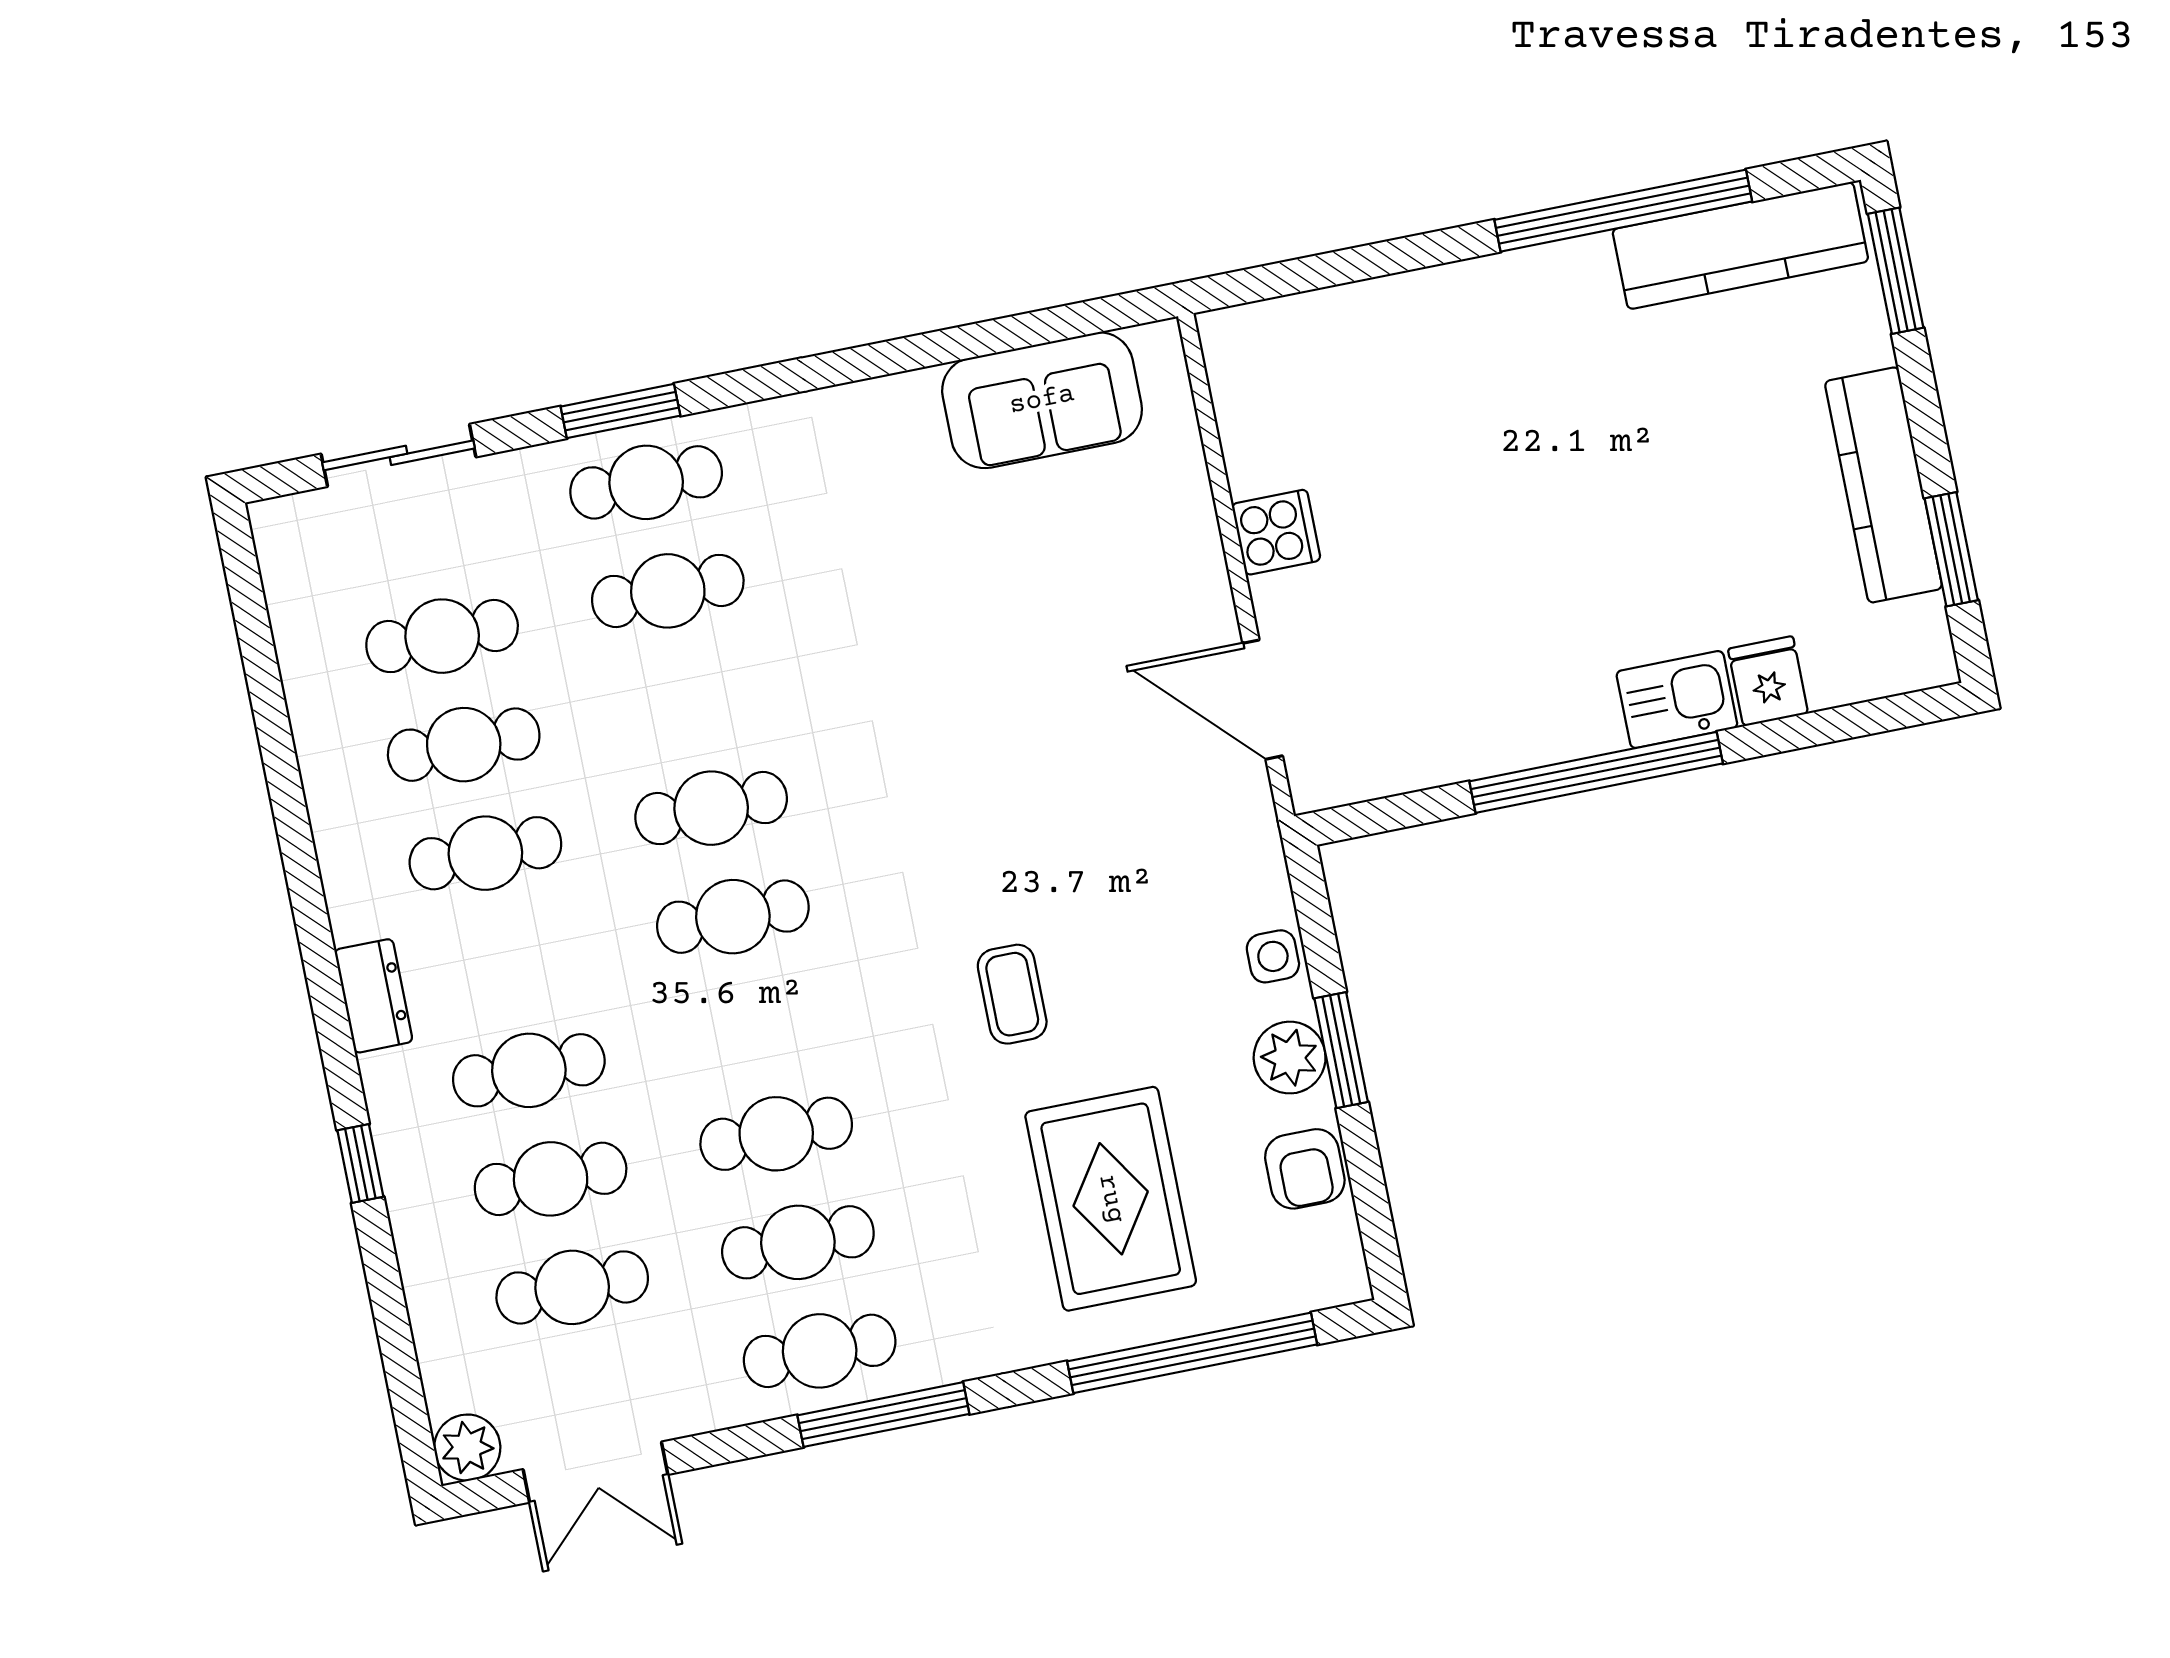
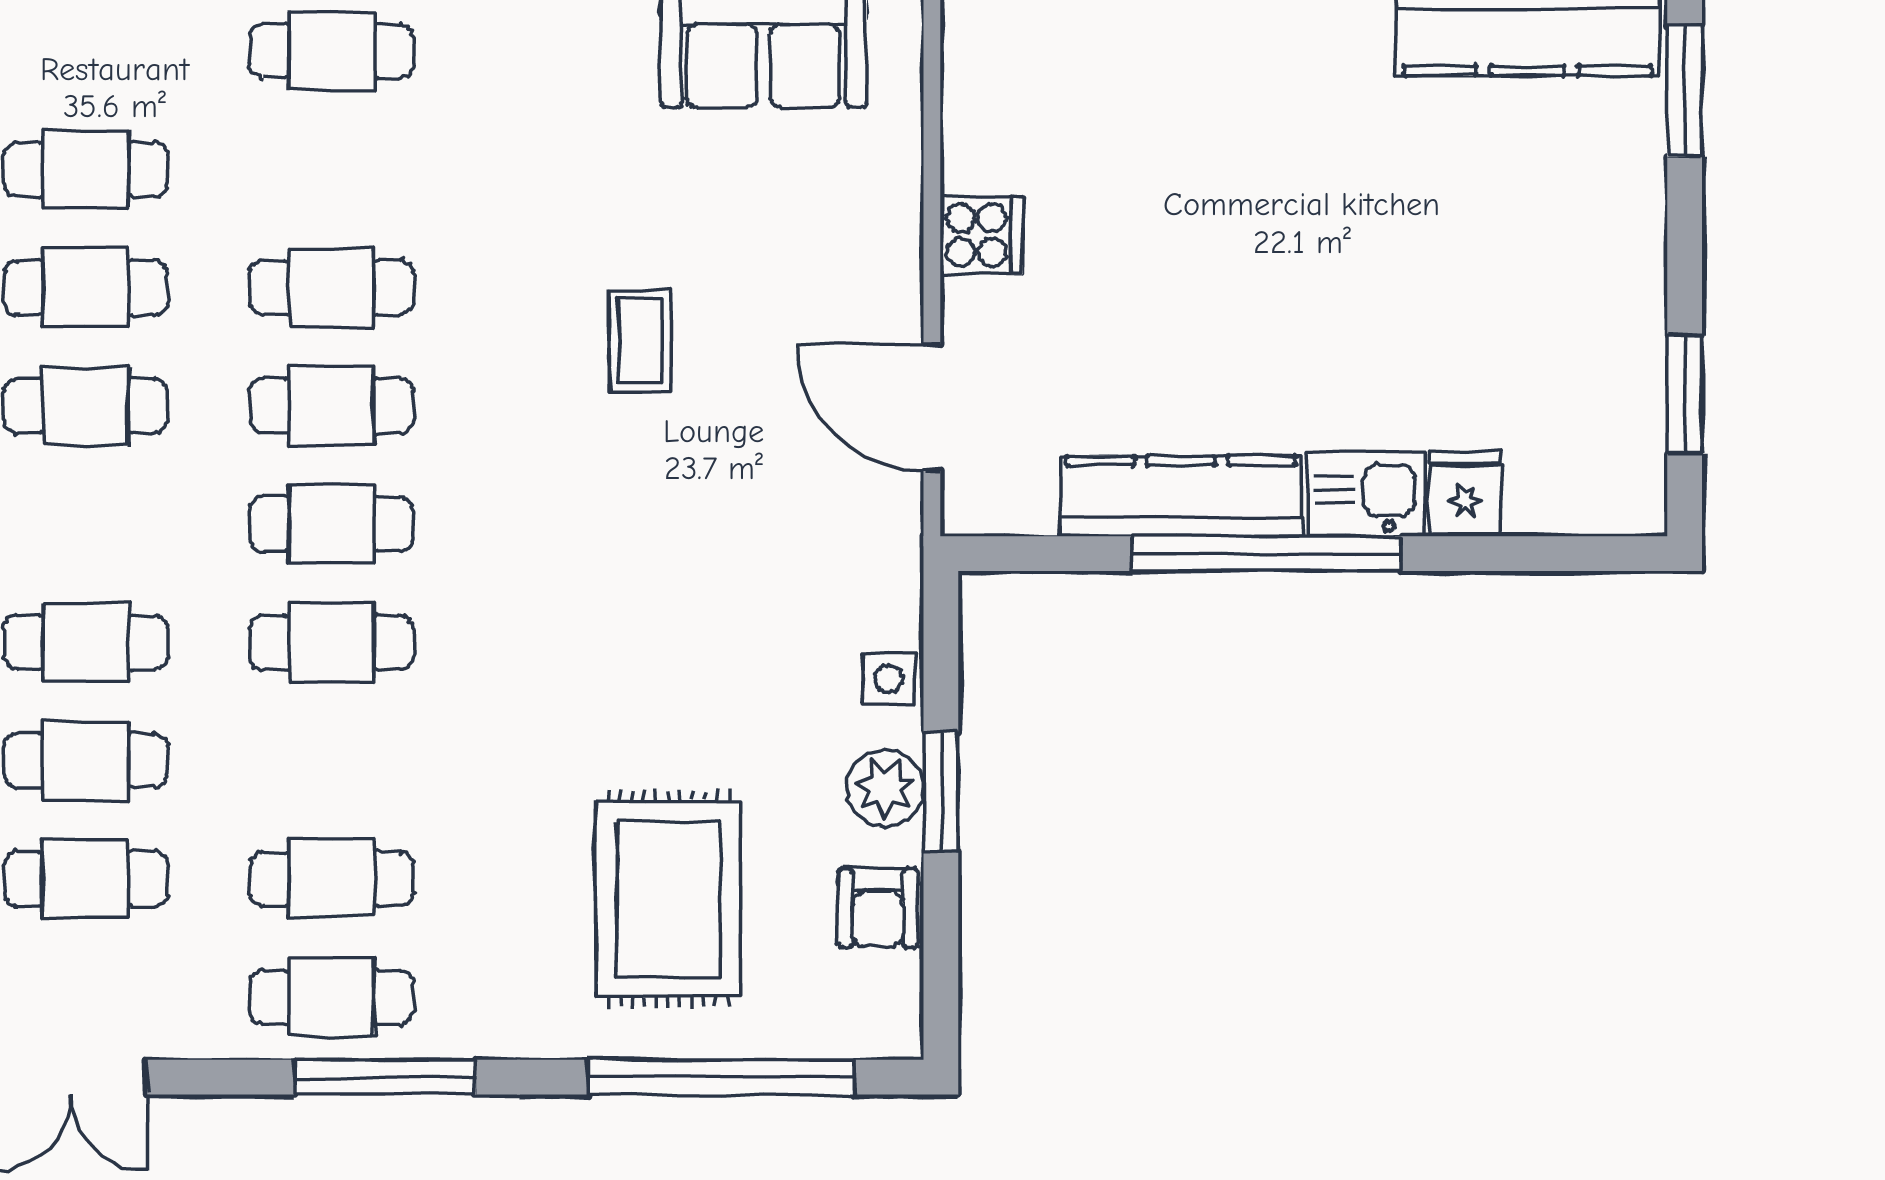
kitchen counter: (1883, 485) -> (1181, 496), moved, turned 90
cafe table: (668, 591) -> (332, 288), moved
coffee table: (1012, 994) -> (640, 341), moved
cafe table: (776, 1134) -> (332, 642), moved

